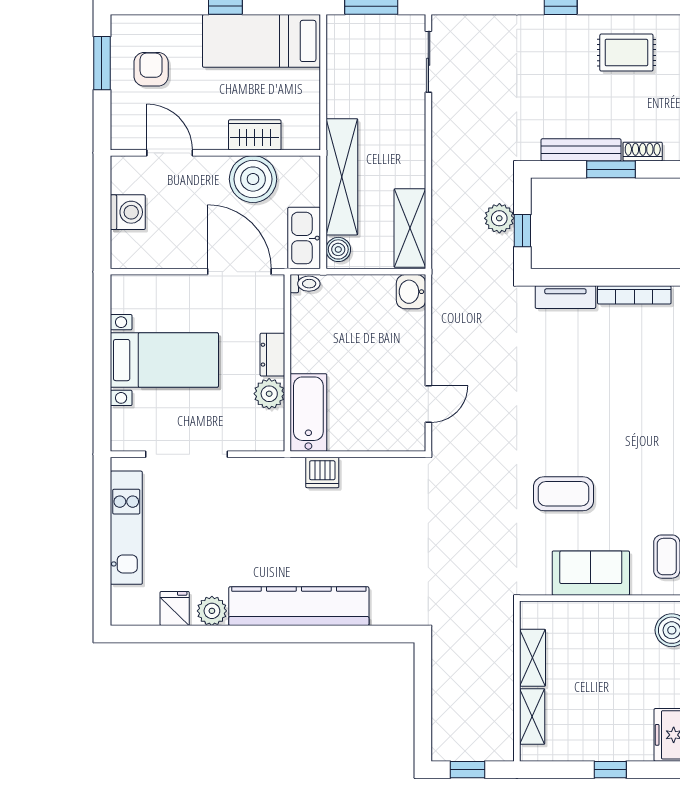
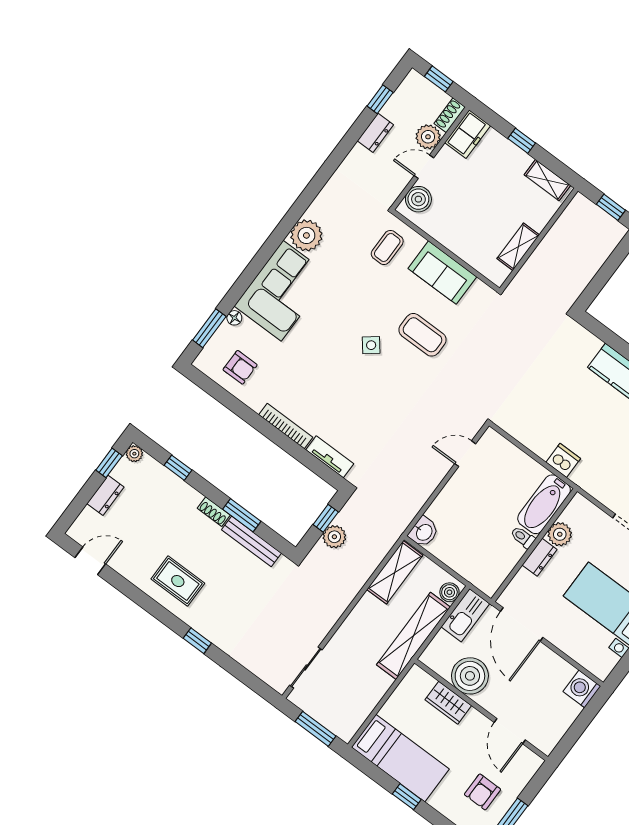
washing machine: (128, 212) -> (582, 689), moved
toilet: (305, 284) -> (523, 537), moved
side table: (608, 444) -> (371, 345), added
shelving: (532, 717) -> (547, 180), moved, turned 90

